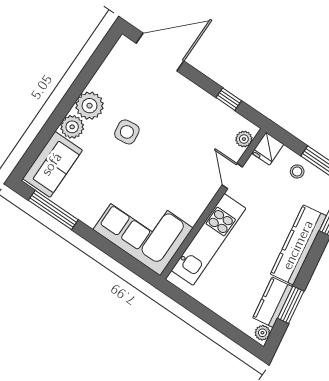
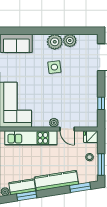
plant: (72, 127) -> (70, 41), moved
plant: (244, 139) -> (54, 123), moved
door: (232, 176) -> (67, 129), swing flipped

